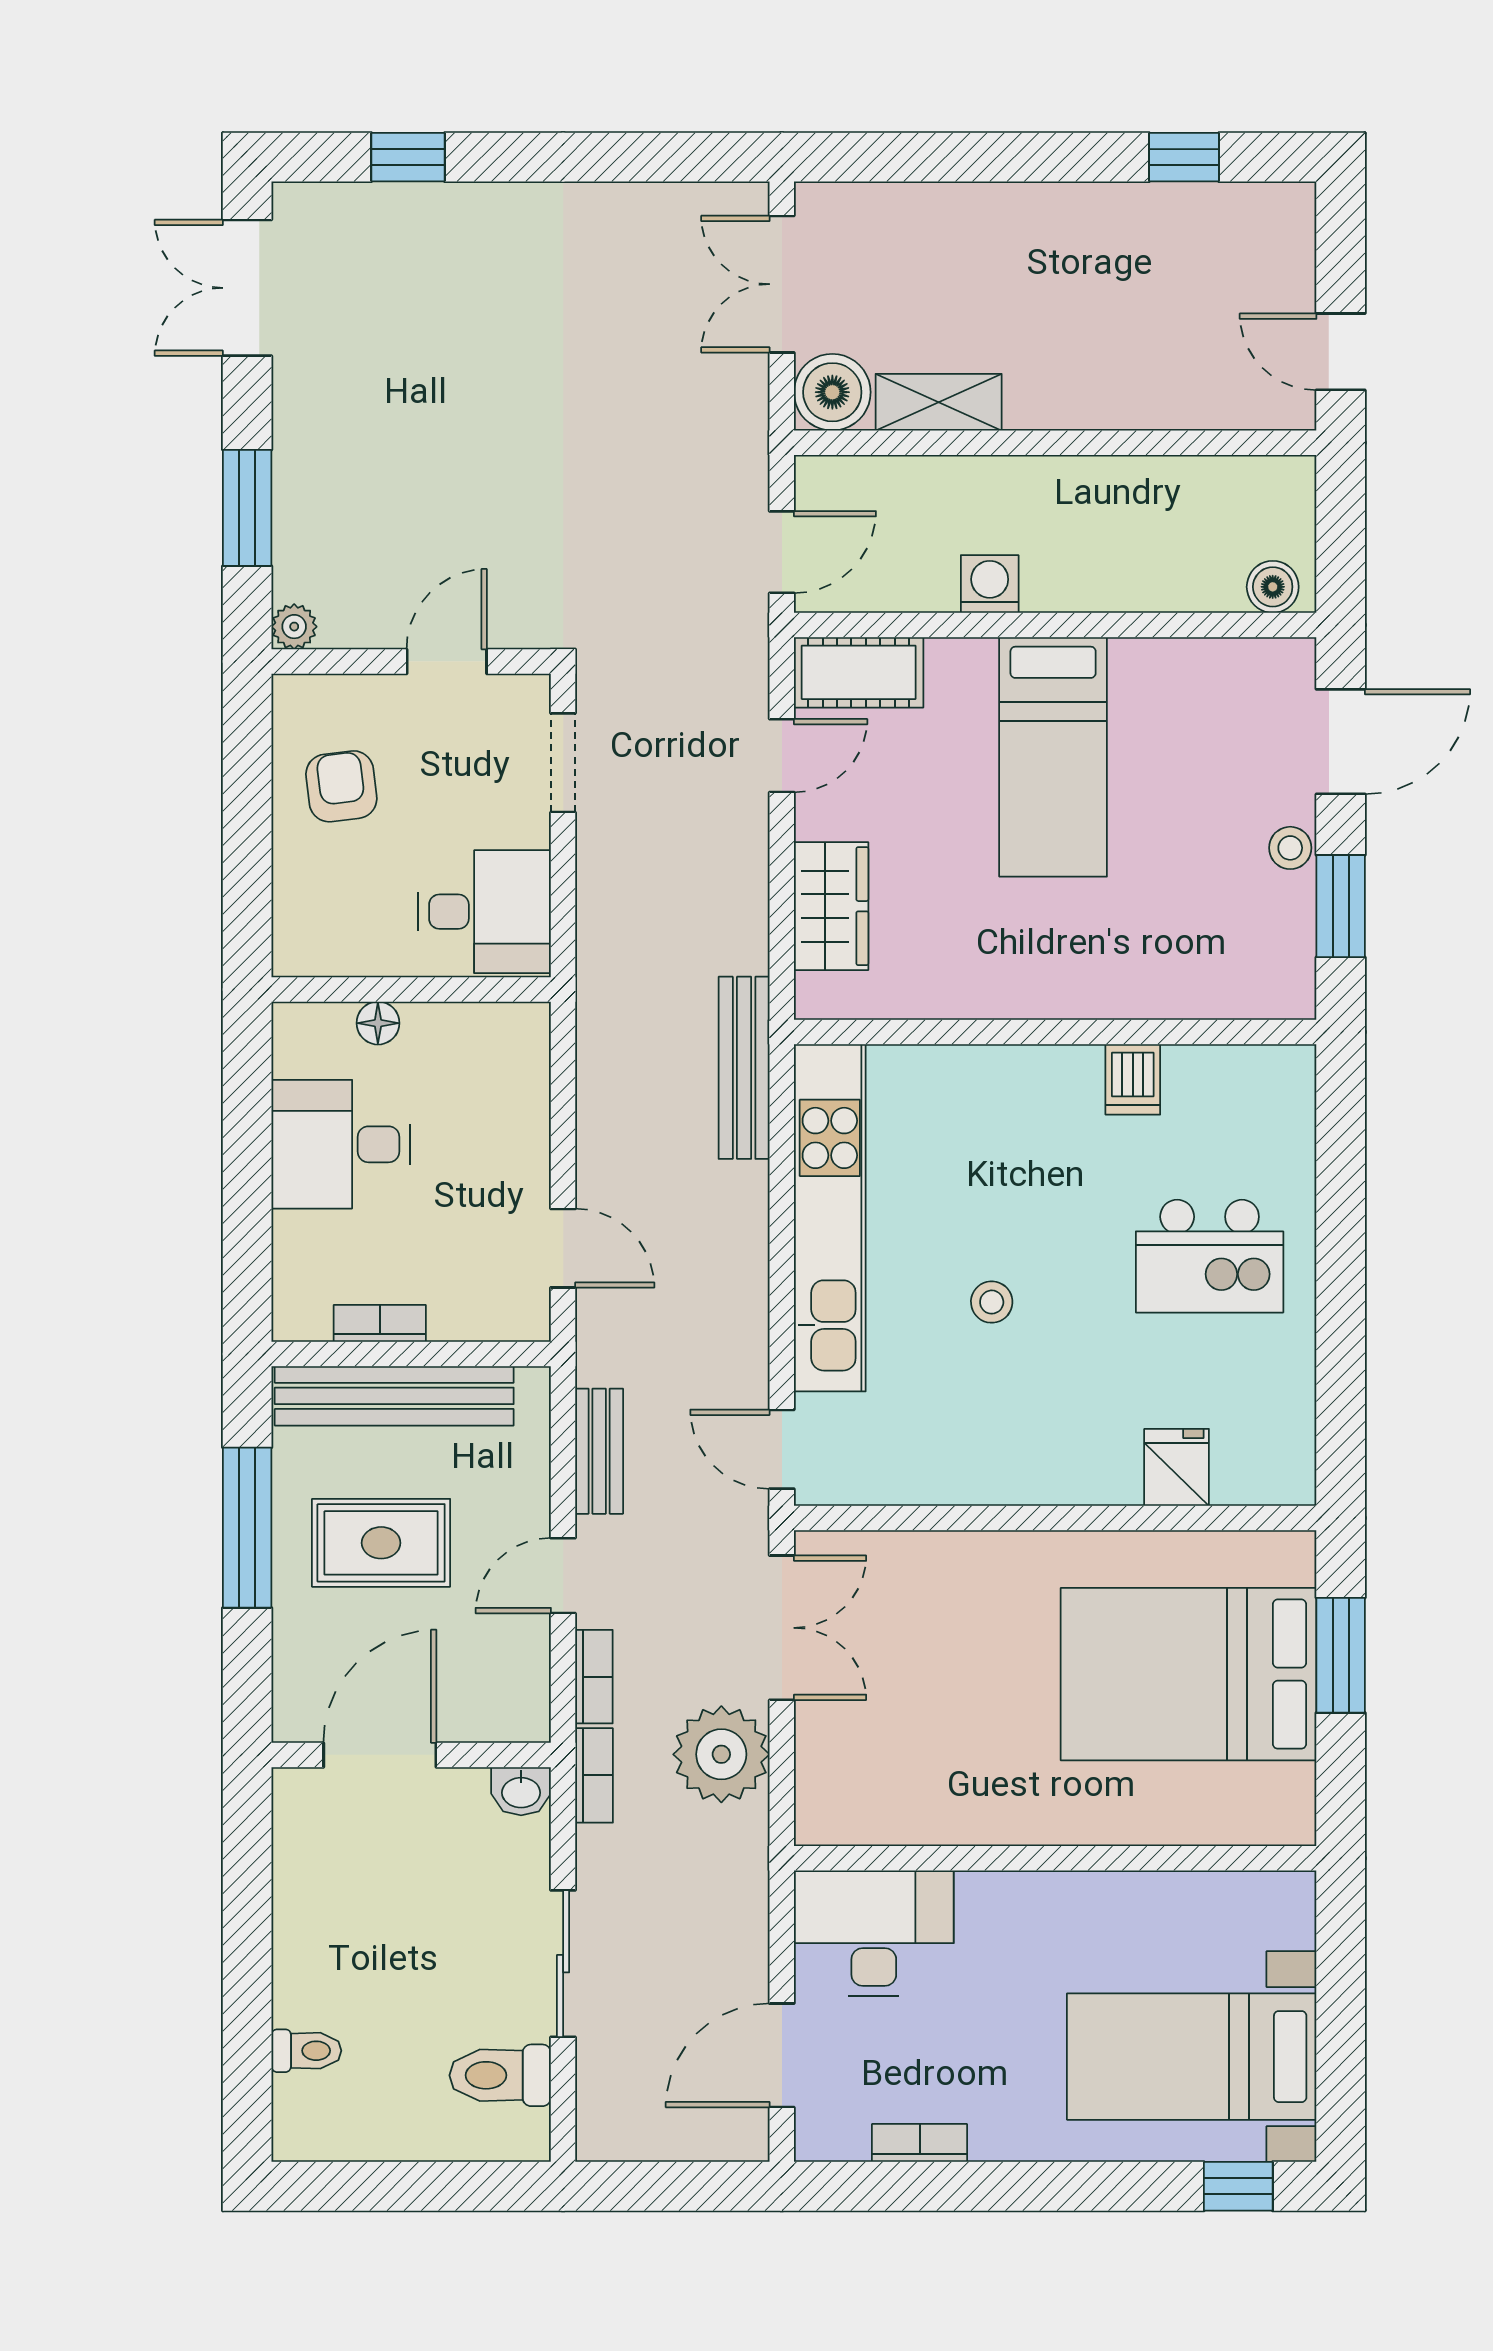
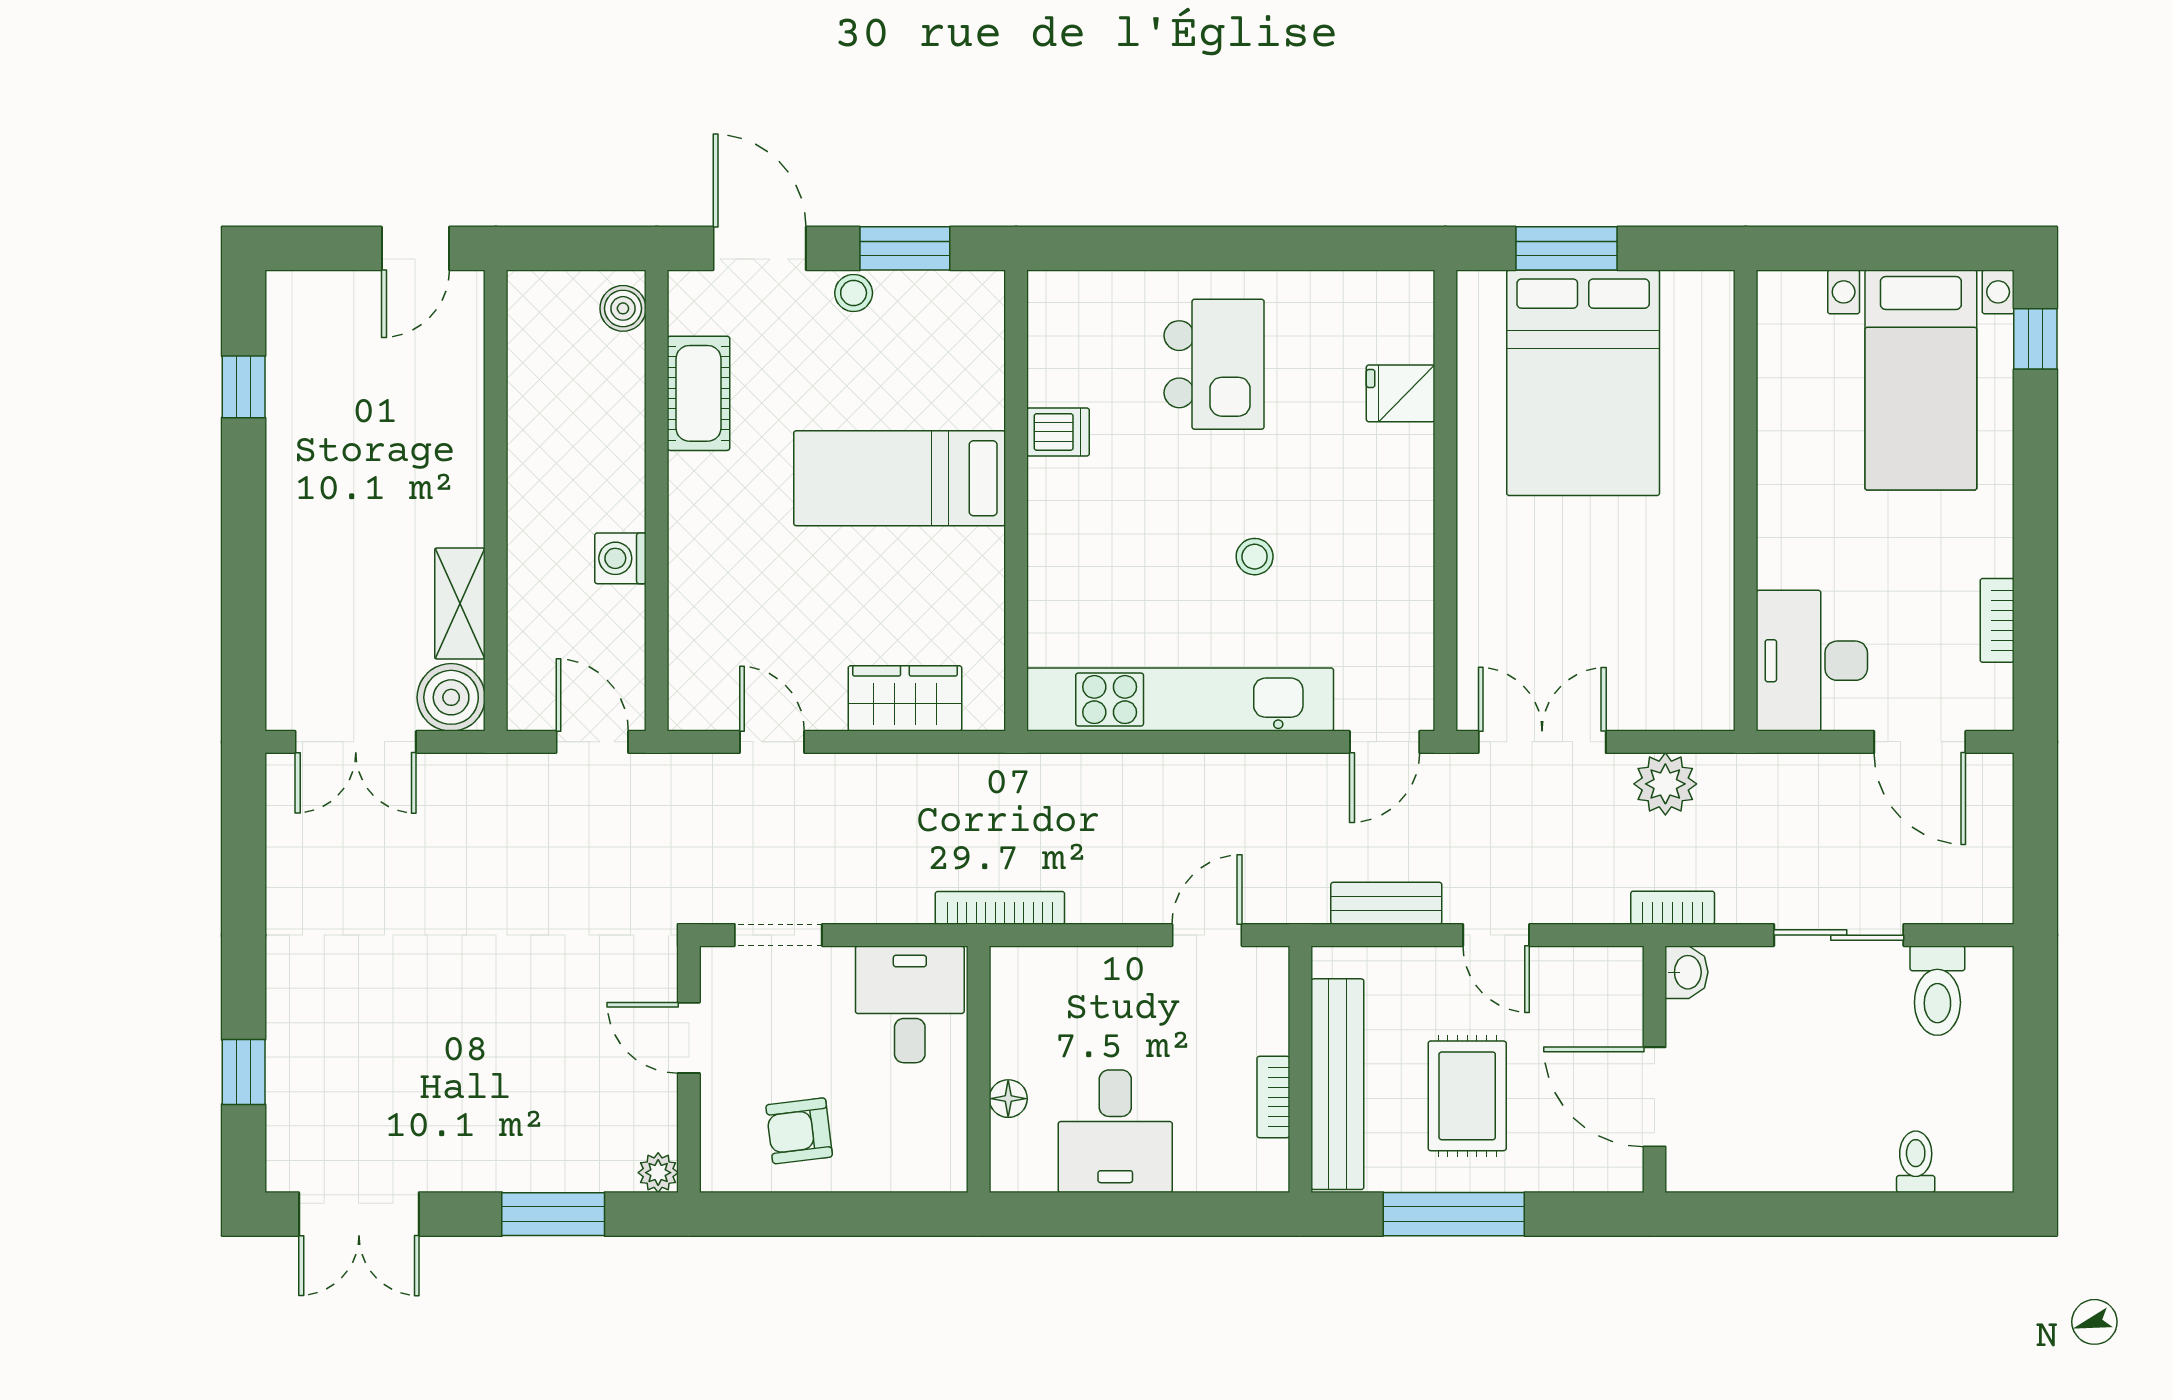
cot: (859, 672) -> (698, 393), moved
bed: (1053, 757) -> (900, 478), moved, turned 180
bench: (744, 1068) -> (1048, 775), removed
bookcase: (594, 1677) -> (1000, 908), moved, width x1.56
plant: (721, 1754) -> (1665, 784), width x0.73, depth x0.73

